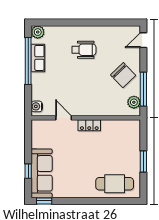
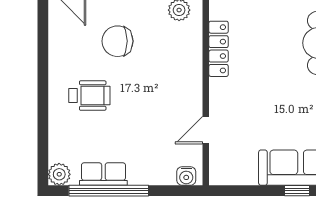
wheelchair: (84, 50) -> (89, 96), turned 90
chair: (123, 75) -> (118, 41), moved, turned -136
locker: (89, 125) -> (219, 49), moved, width x1.53

